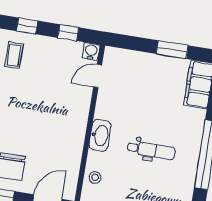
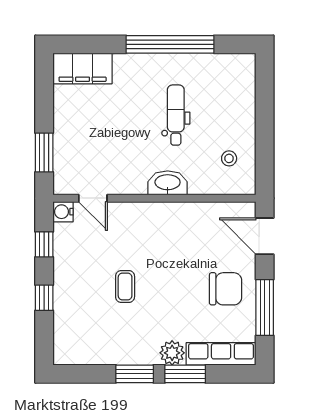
window: (172, 50) -> (44, 152), moved
coffee table: (14, 55) -> (125, 286), moved, turned 90
stool: (95, 177) -> (229, 158), moved

